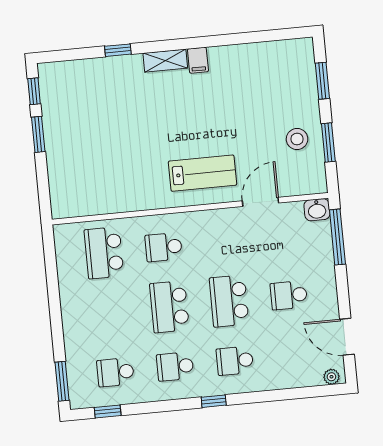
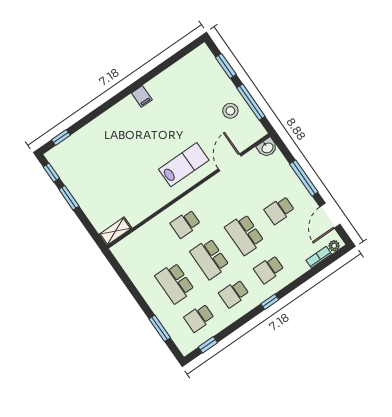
window: (118, 50) -> (61, 137), moved
shelving: (165, 61) -> (115, 231), moved
window: (328, 142) -> (251, 102), width x1.44
window: (337, 237) -> (304, 178), moved
school desk: (104, 253) -> (175, 283), moved
door: (347, 337) -> (330, 216), hinge flipped
bookcase: (305, 380) -> (319, 257), added
window: (62, 381) -> (160, 328), moved

